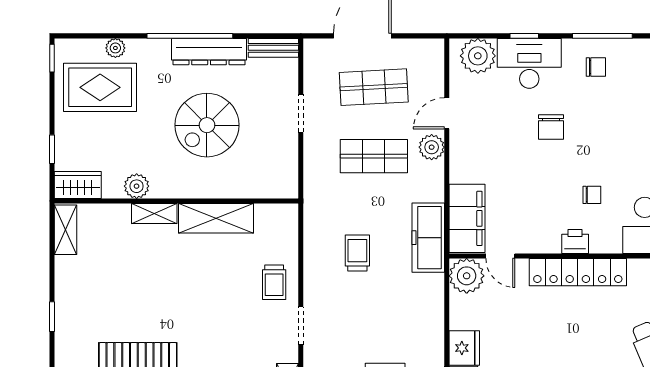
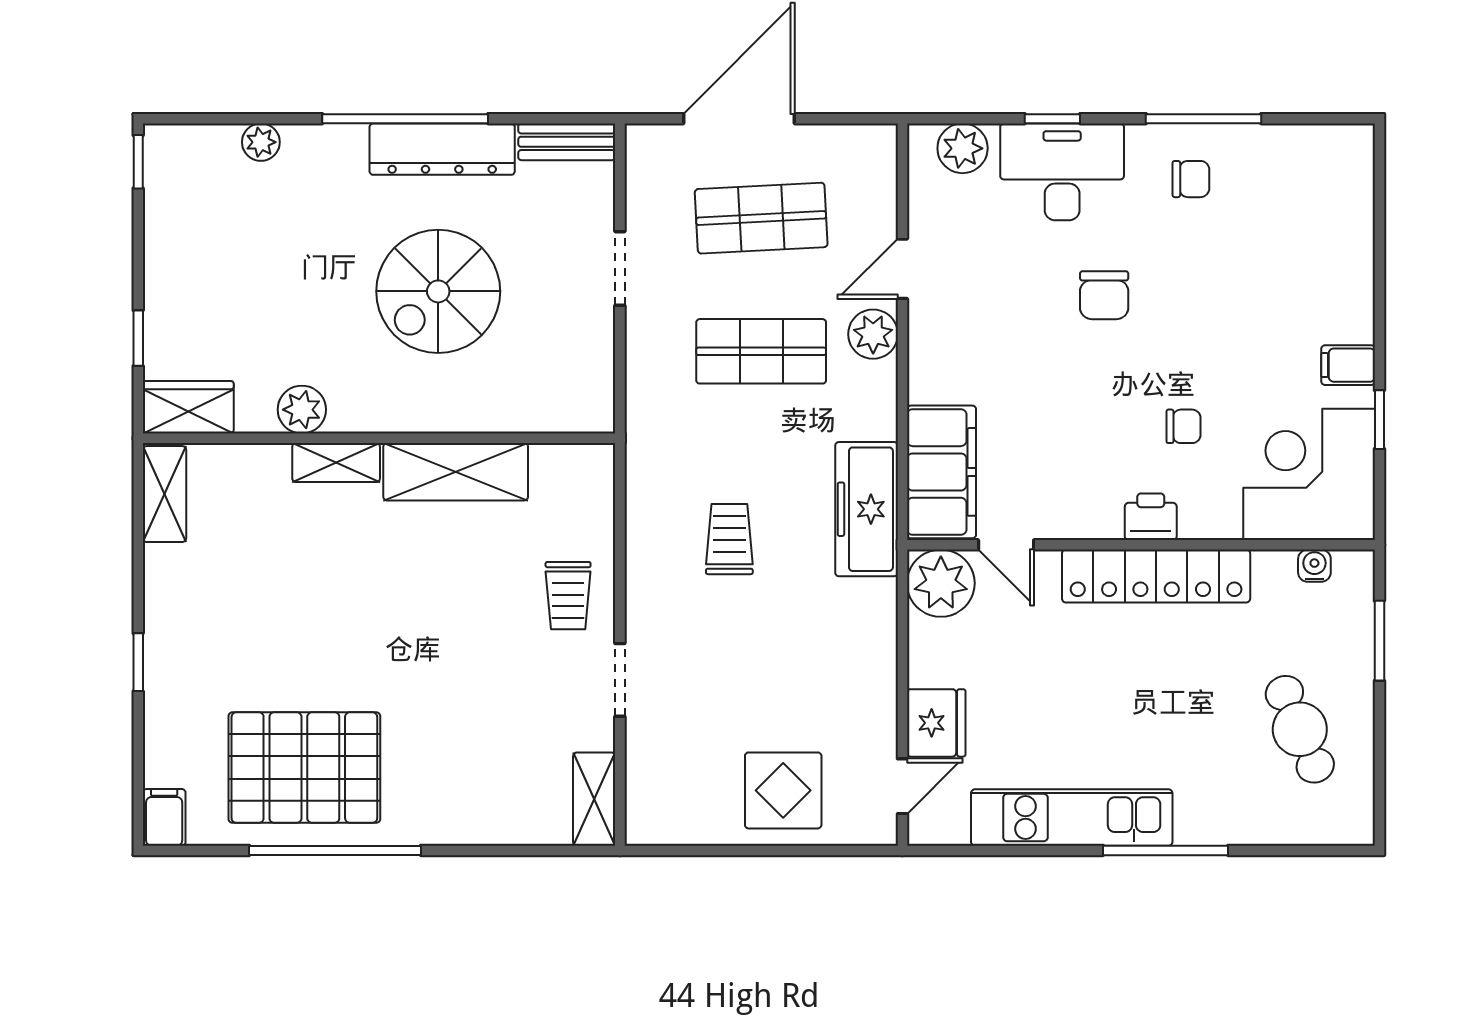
plant: (478, 56) -> (963, 148), width x0.73, depth x0.73
rug: (100, 87) -> (231, 218), removed

